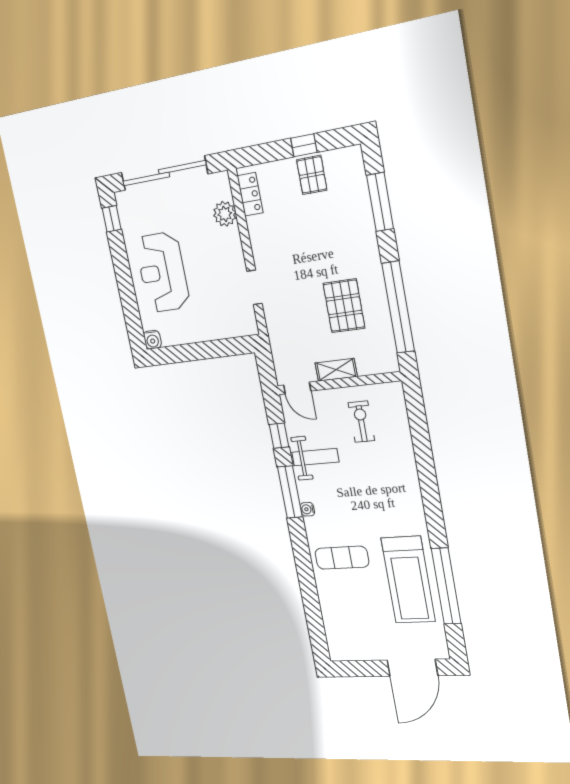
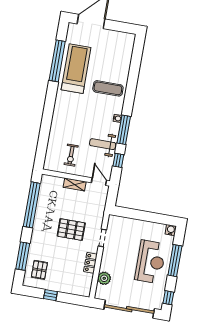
pallet: (312, 175) -> (39, 270), moved
locker: (250, 194) -> (90, 263), moved
window: (126, 288) -> (175, 261), added
pallet: (344, 306) -> (71, 230), moved, turned 90

